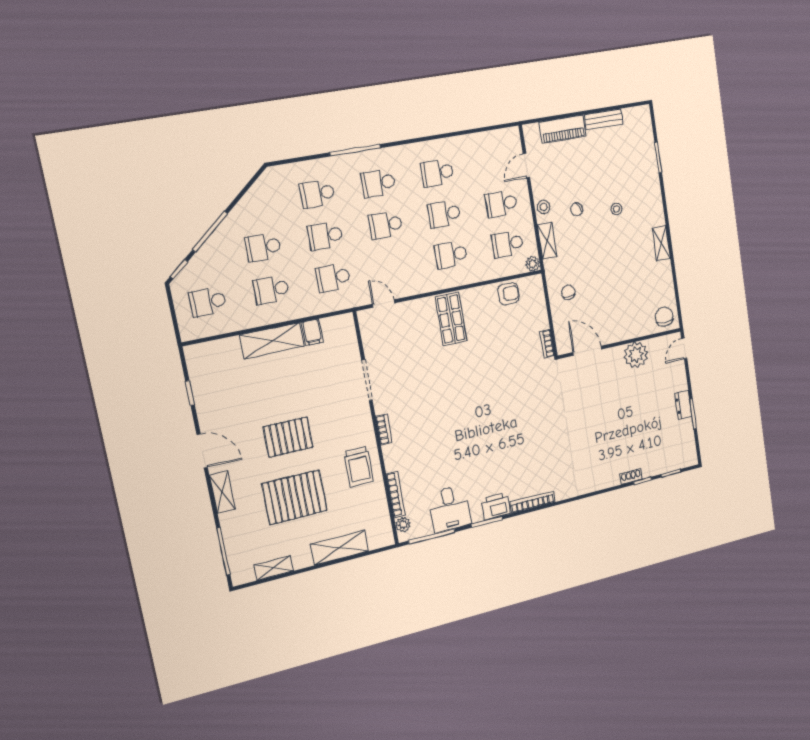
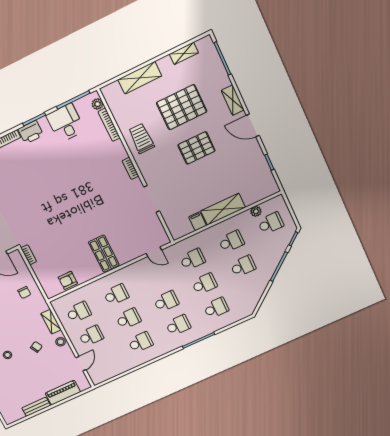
plant: (533, 264) -> (256, 211), moved

